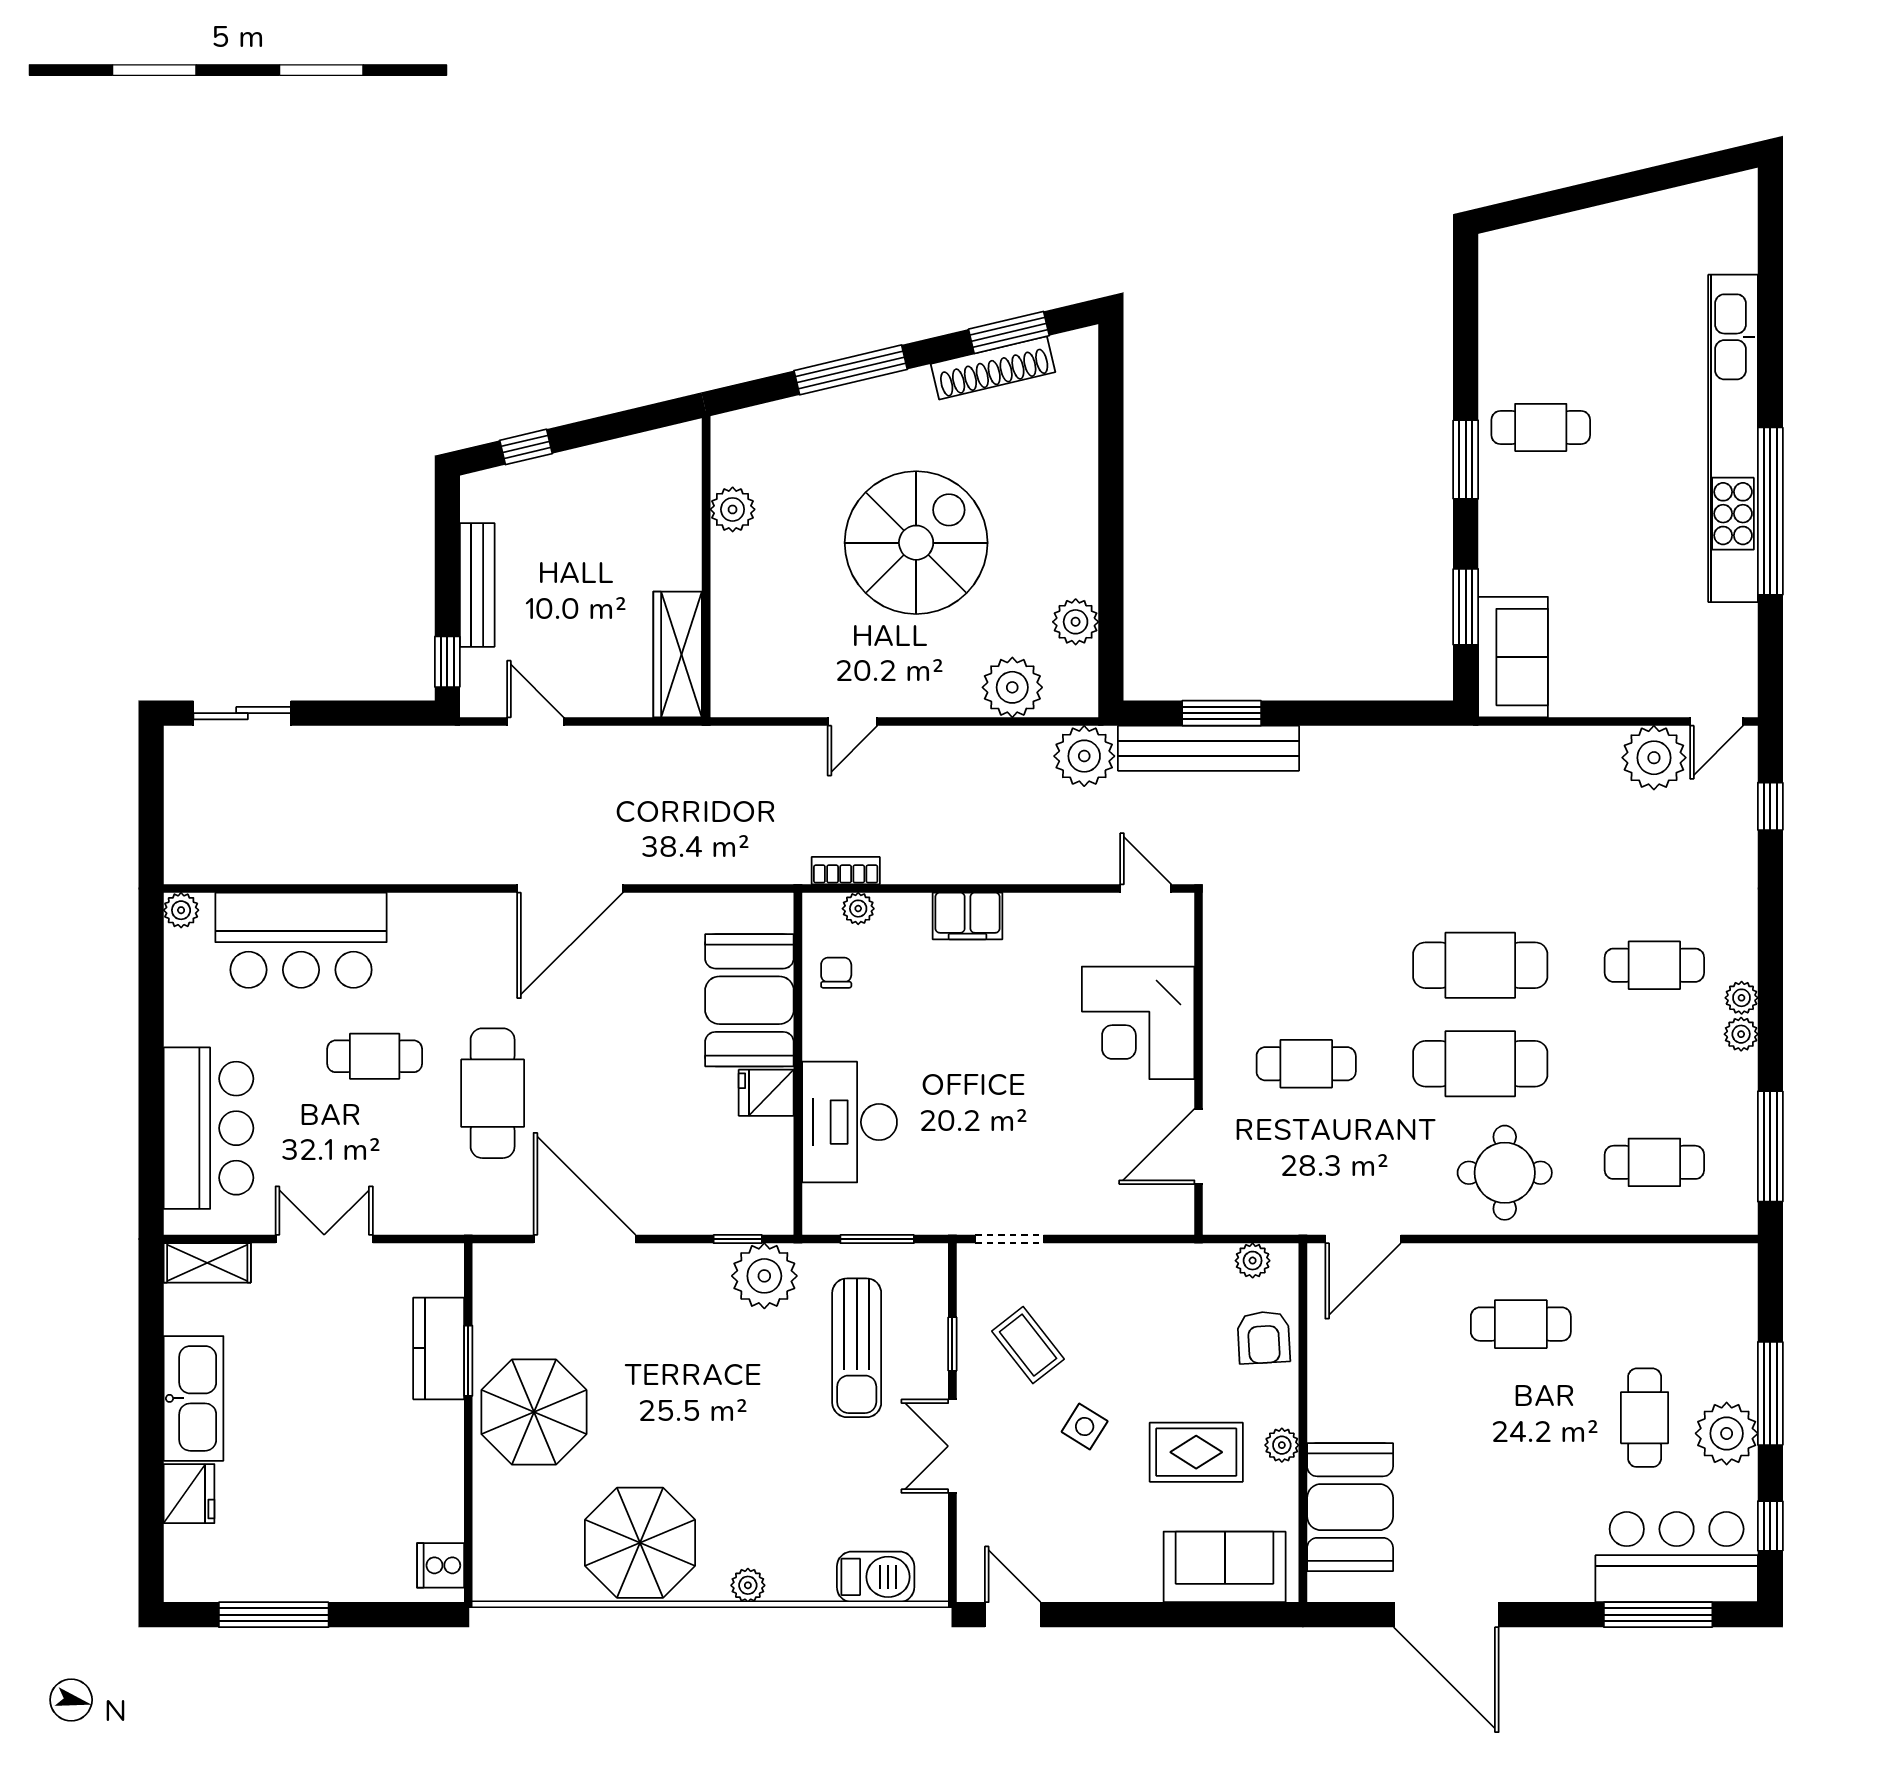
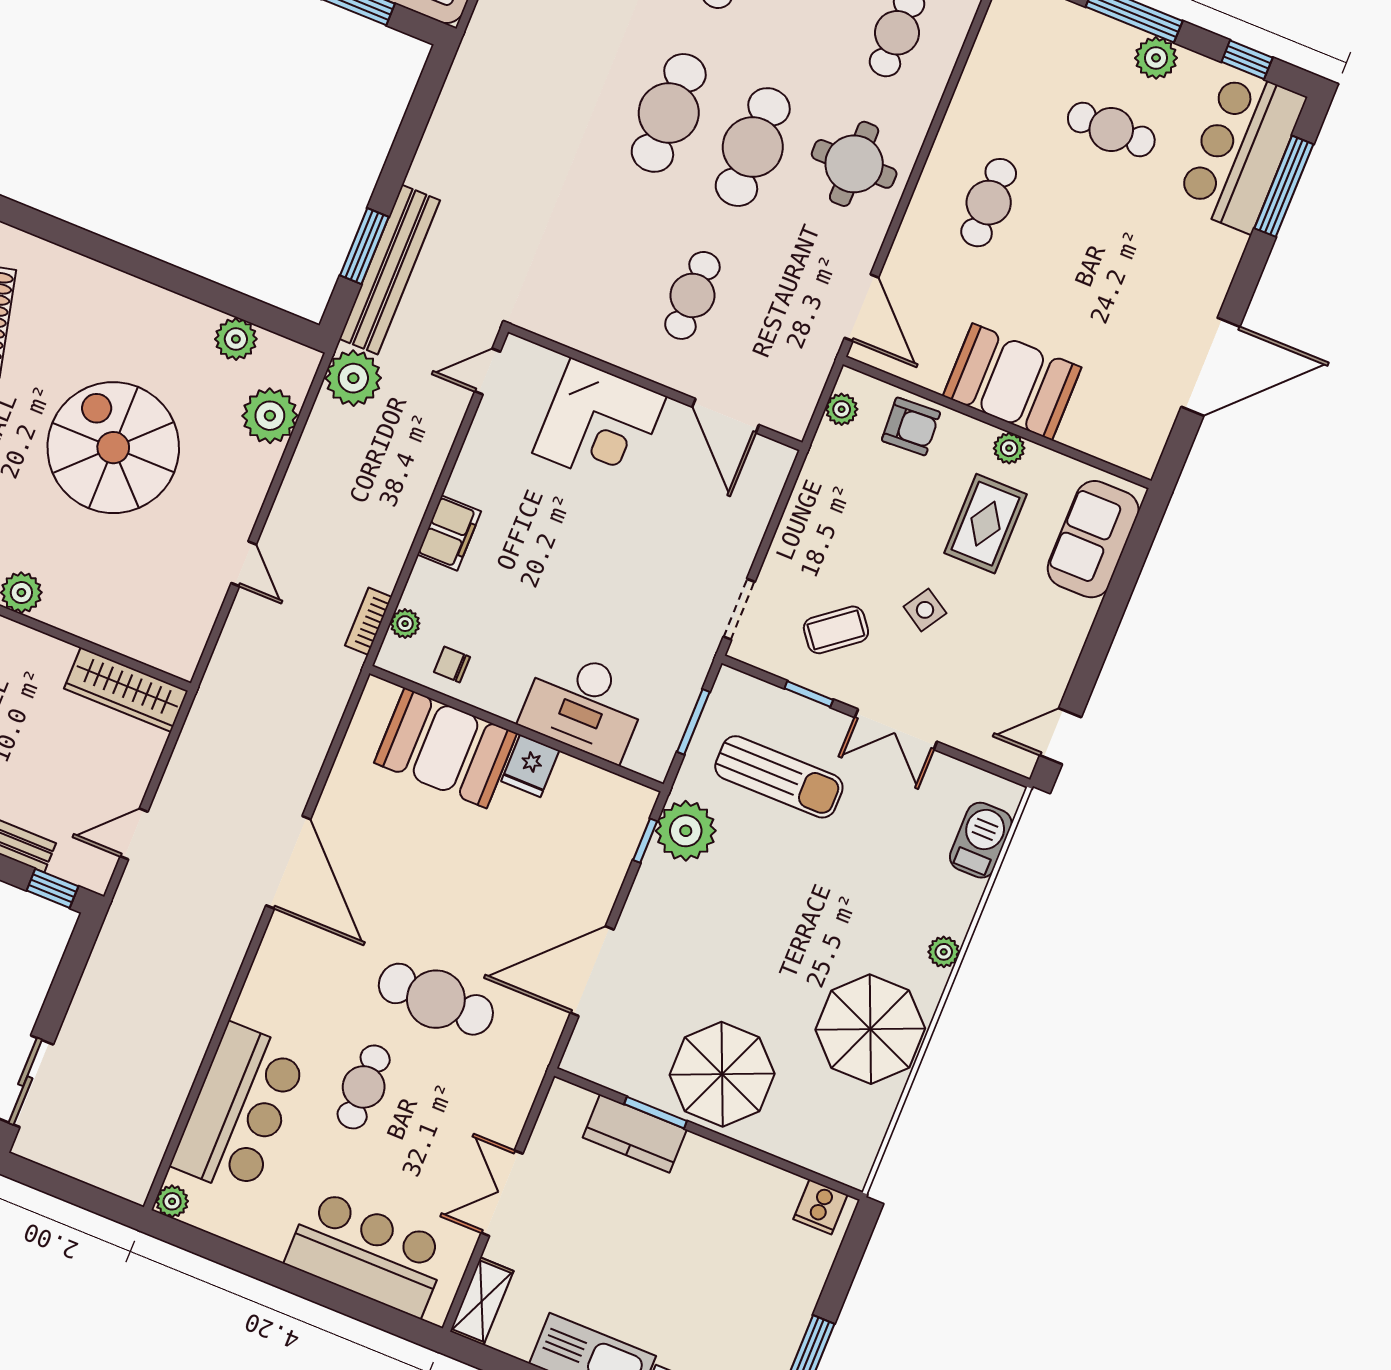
plant: (1727, 1433) -> (1156, 58), width x0.73, depth x0.73
booth: (1350, 1507) -> (1012, 382), moved

